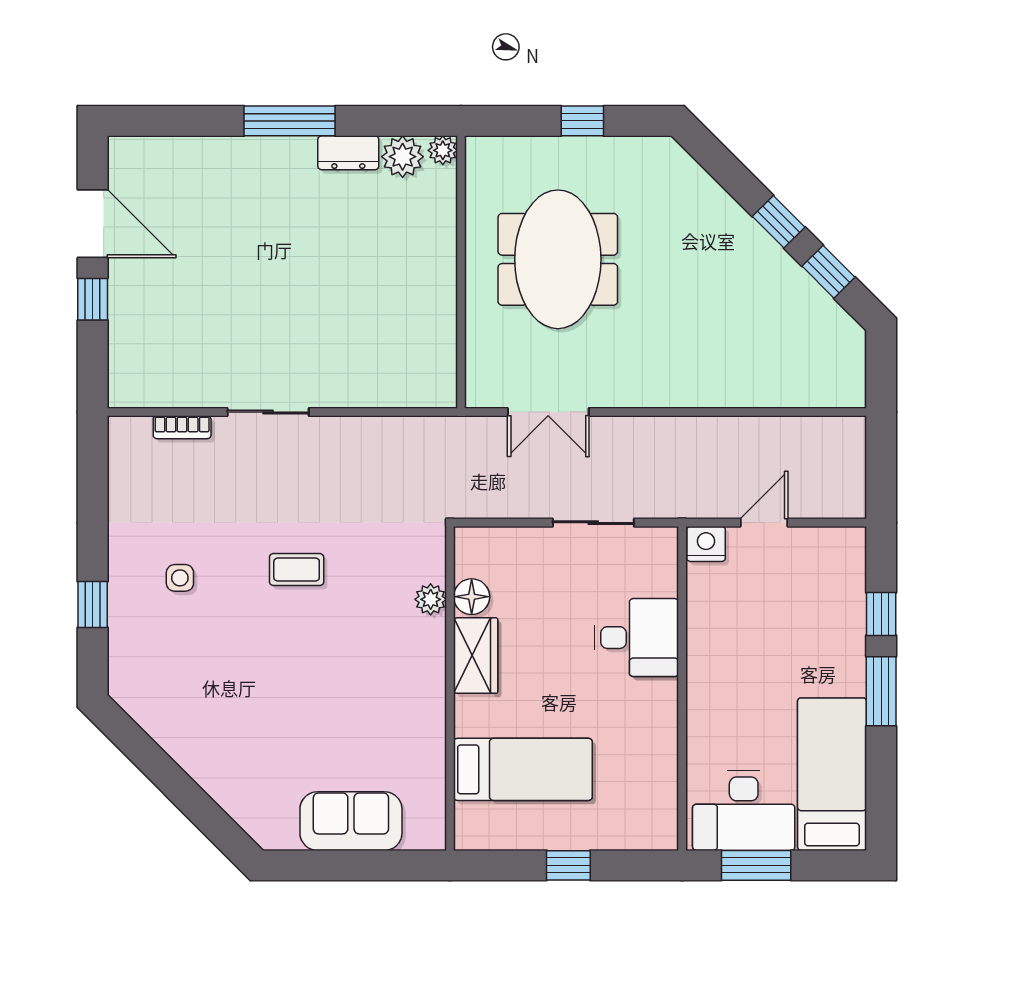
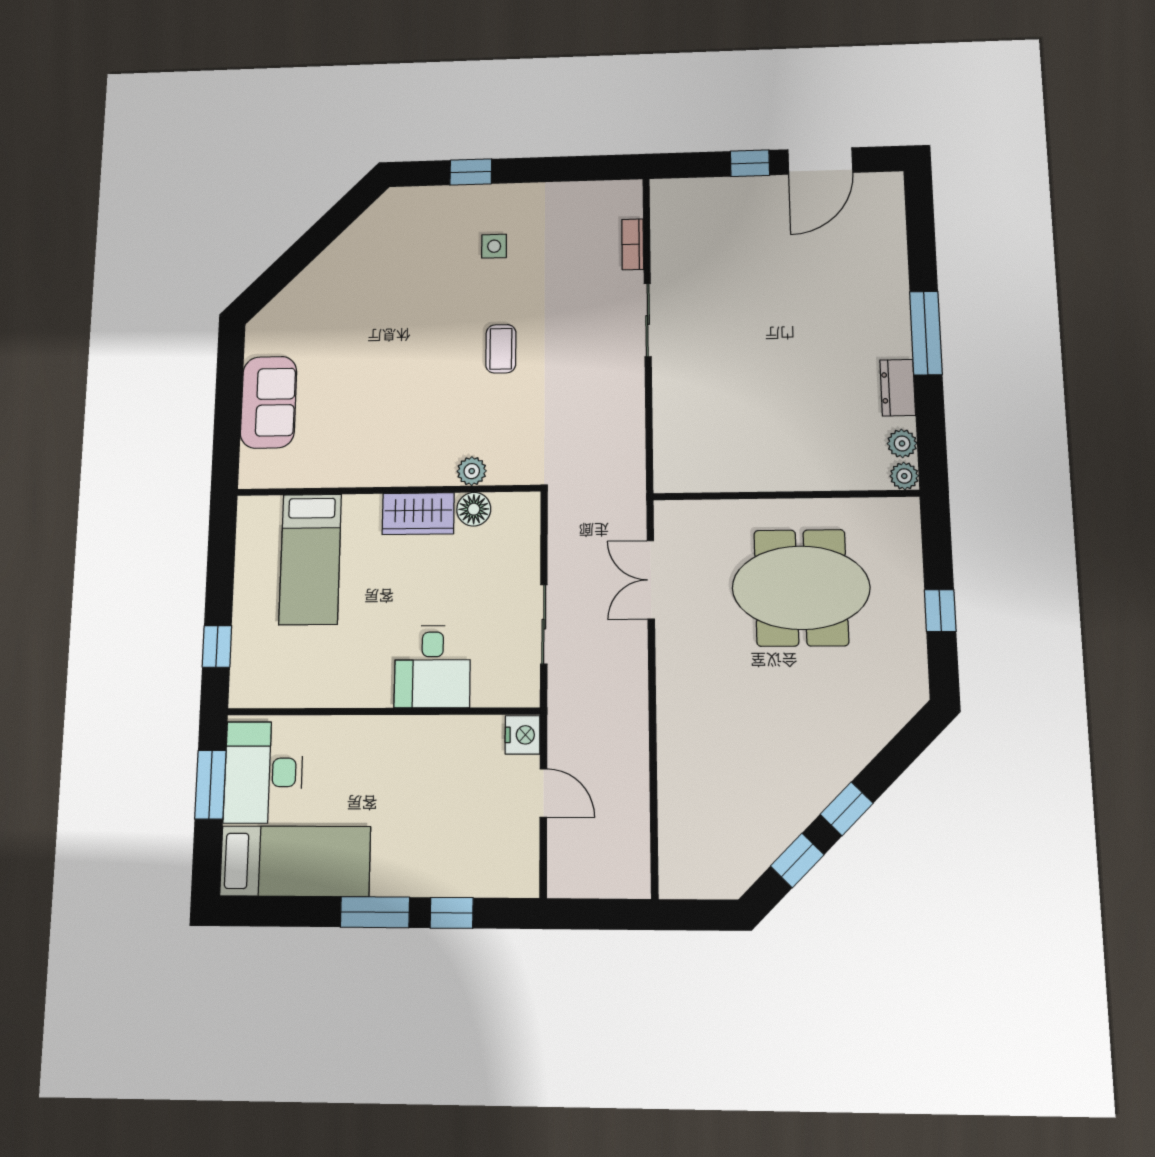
plant: (403, 157) -> (902, 443), width x0.73, depth x0.73
window: (568, 865) -> (217, 646), moved

